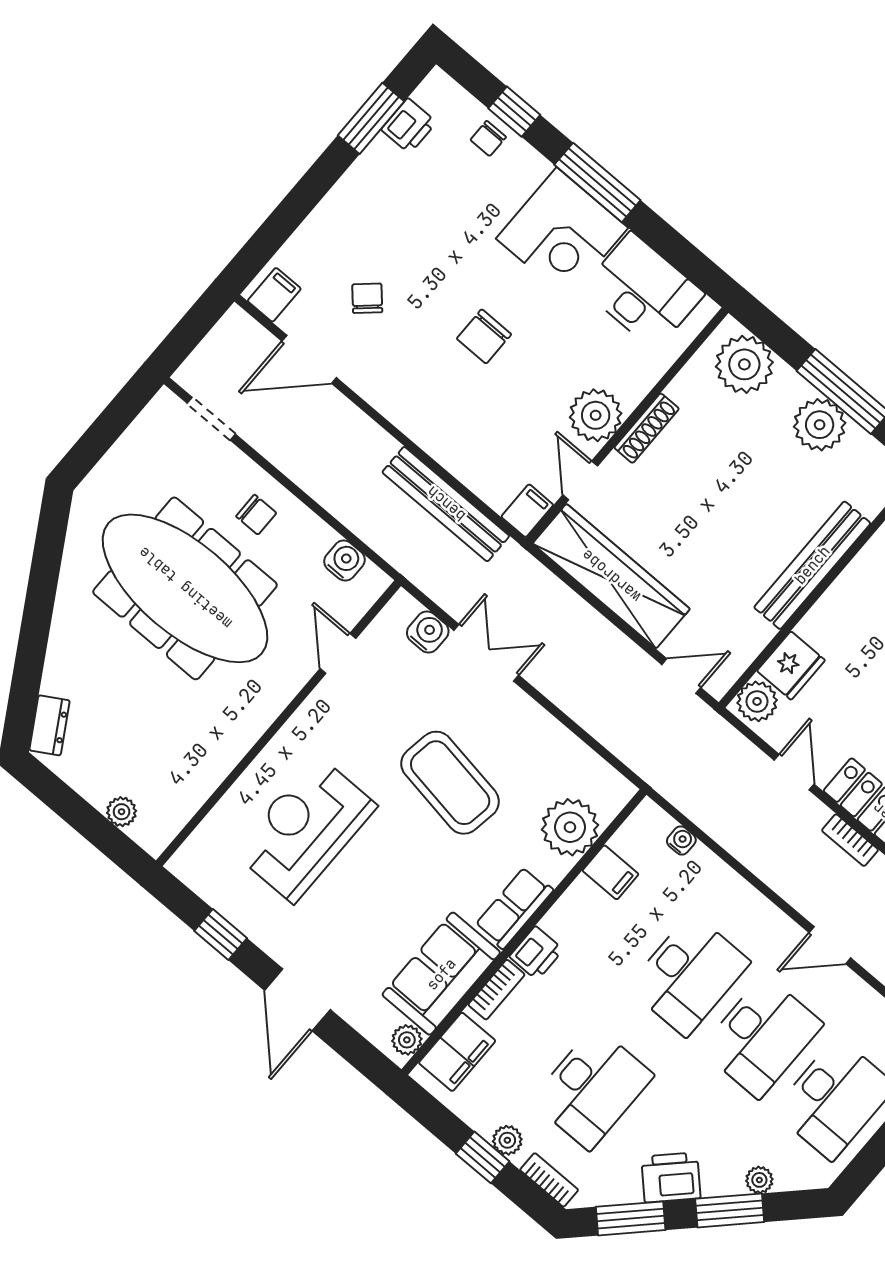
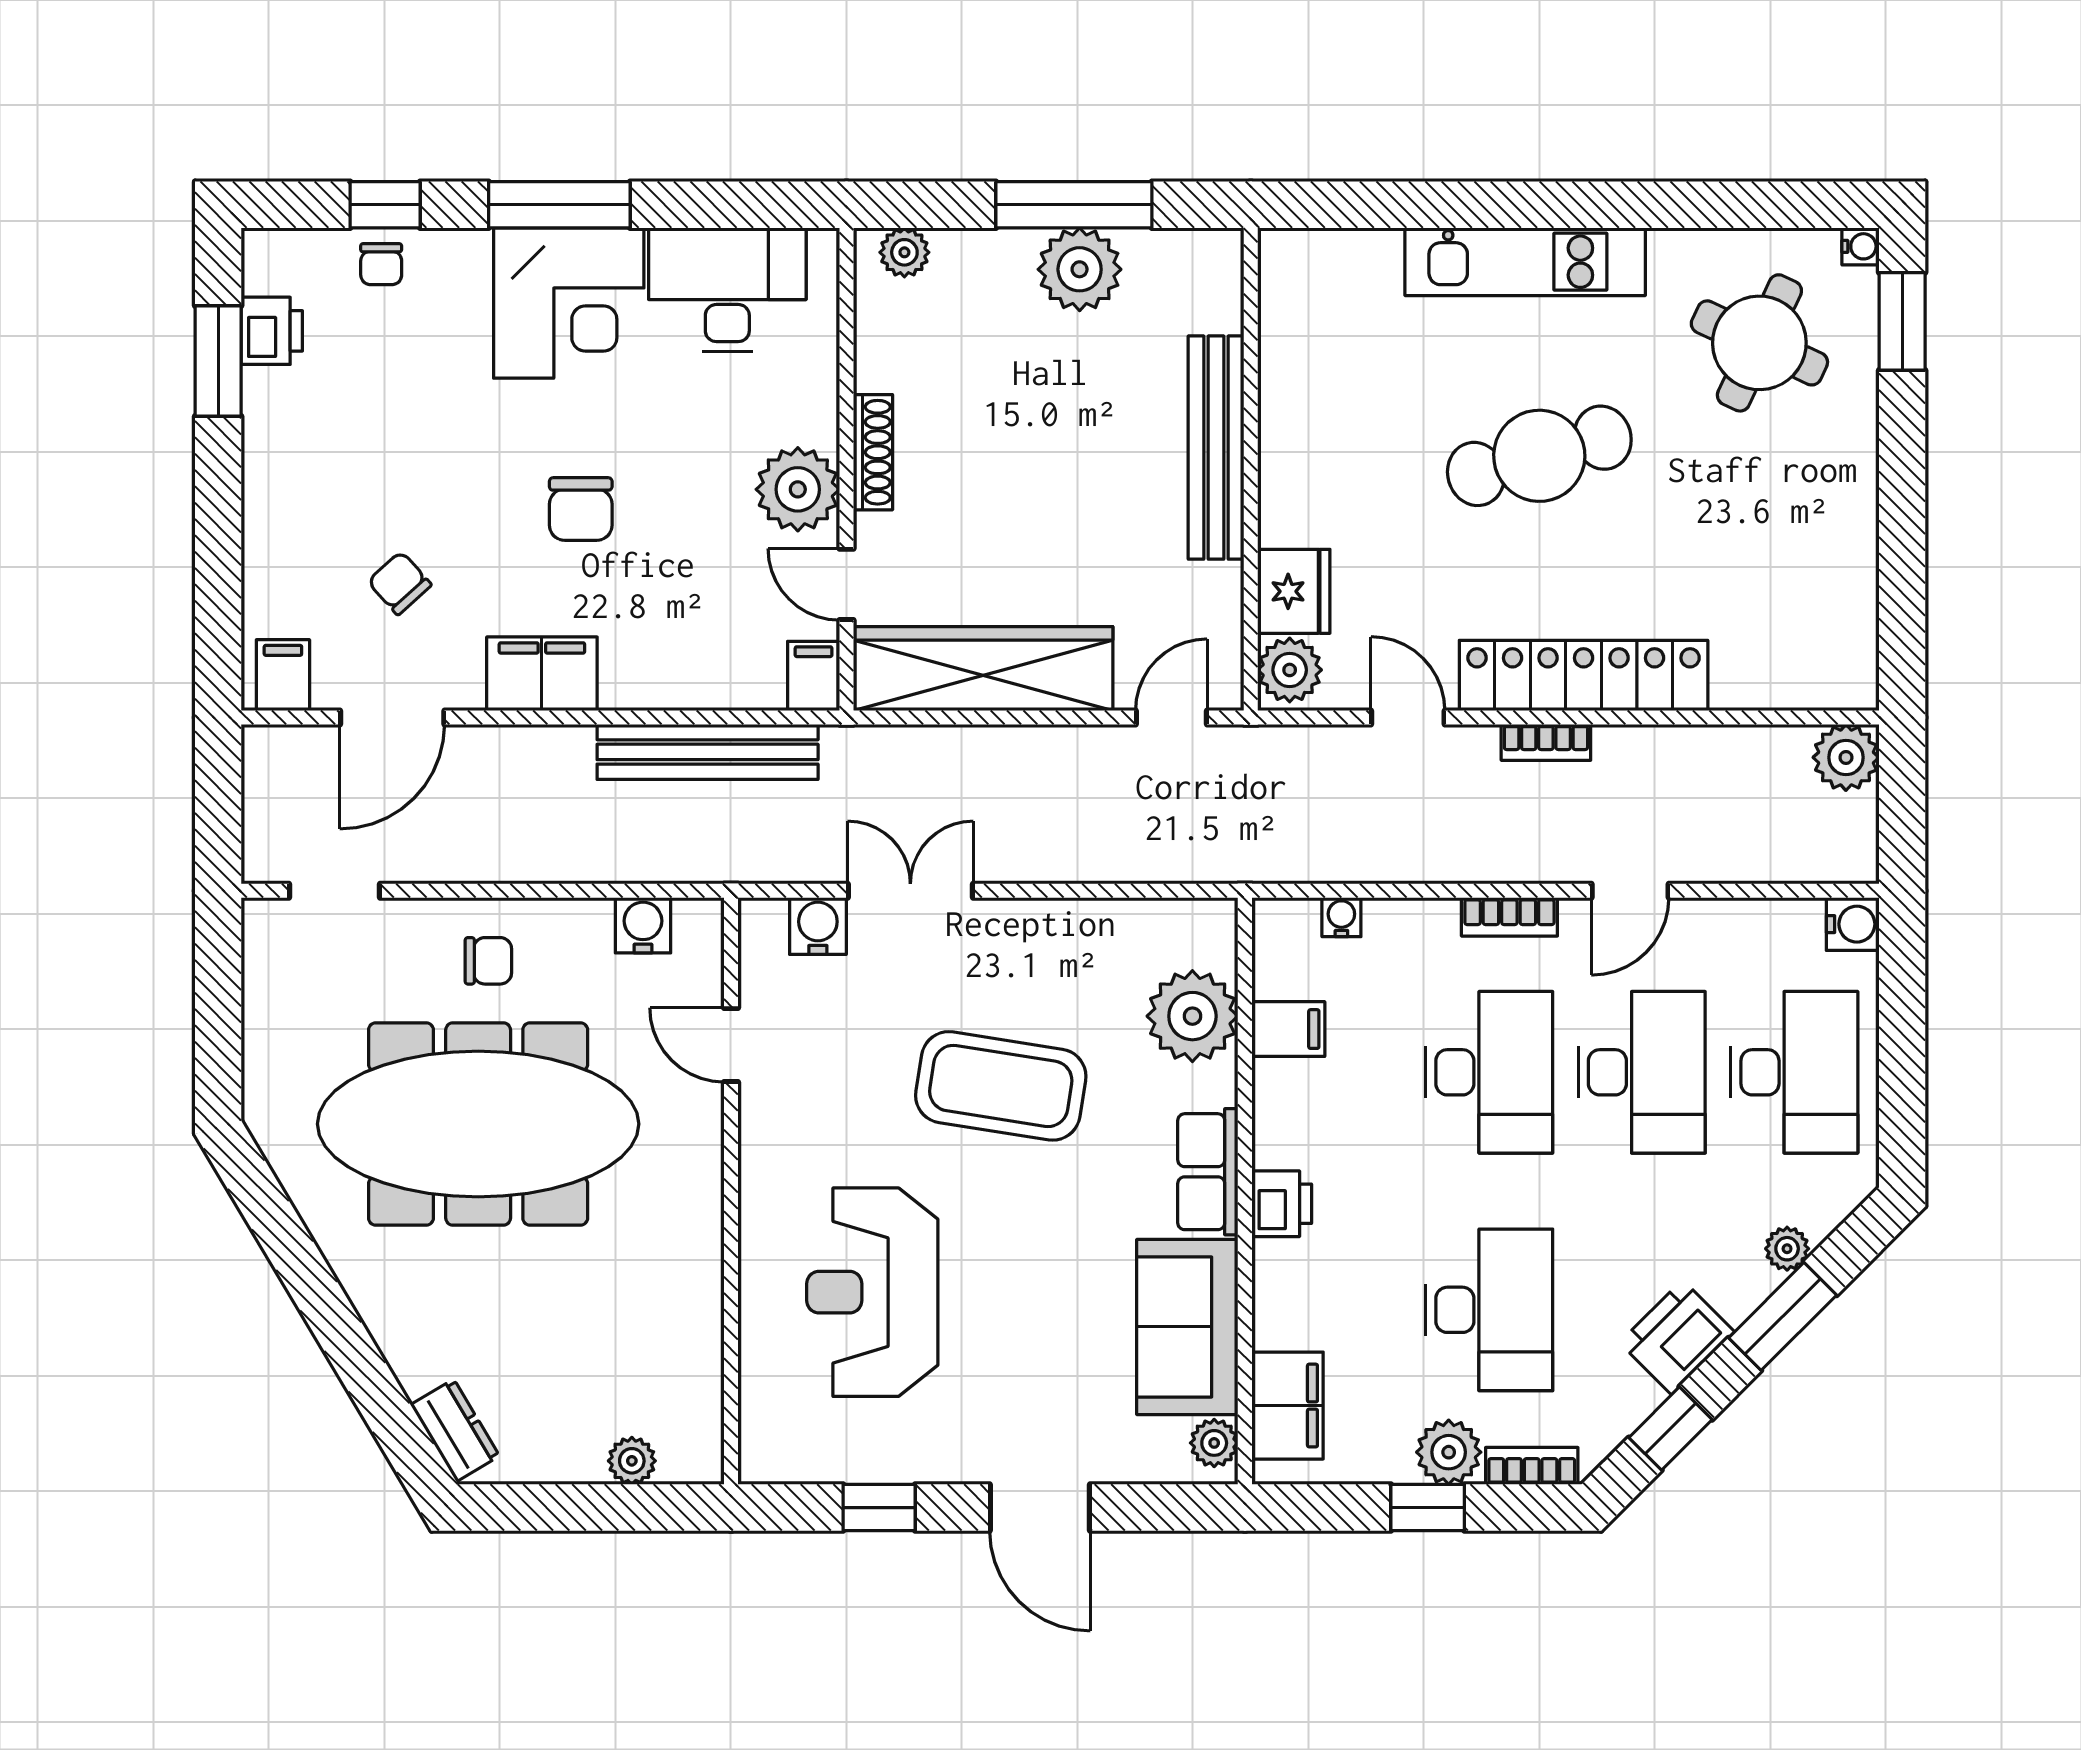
plant: (744, 364) -> (904, 252), width x0.53, depth x0.53
filing cabinet: (398, 399) -> (542, 674), added
bookcase: (497, 990) -> (1509, 917), moved, turned 90
plant: (507, 1140) -> (1449, 1452), width x1.38, depth x1.38
window: (631, 1218) -> (1670, 1429), width x0.67

